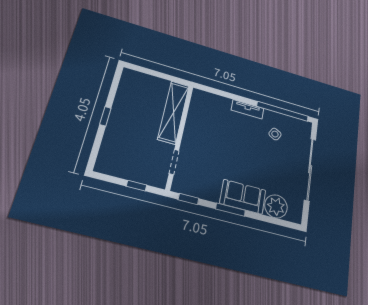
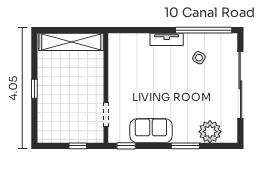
shelving: (174, 112) -> (71, 42), moved, turned 90
sofa: (243, 197) -> (151, 131), moved
window: (231, 210) -> (185, 146), moved

